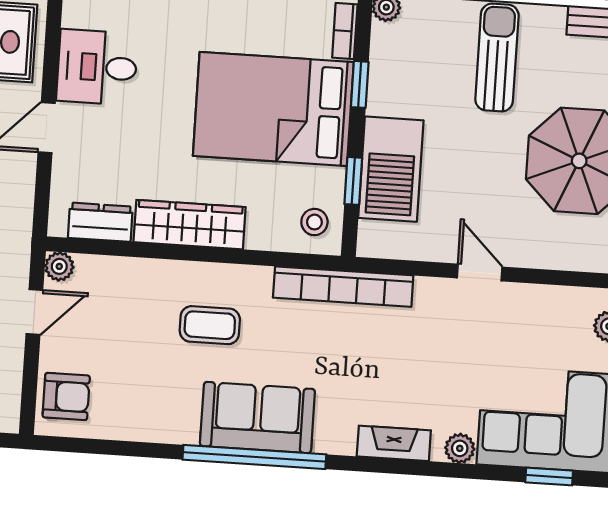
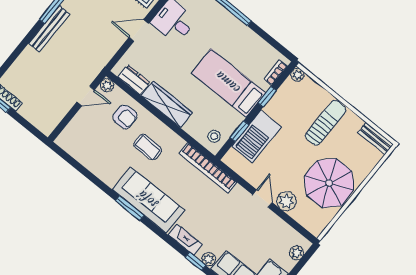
bed: (273, 109) -> (228, 83), width x0.67
plant: (526, 247) -> (286, 201), added
armchair: (66, 396) -> (125, 117), moved
sofa: (257, 418) -> (148, 200), width x1.36
window: (254, 457) -> (130, 208), width x0.47
window: (439, 469) -> (195, 261), added

